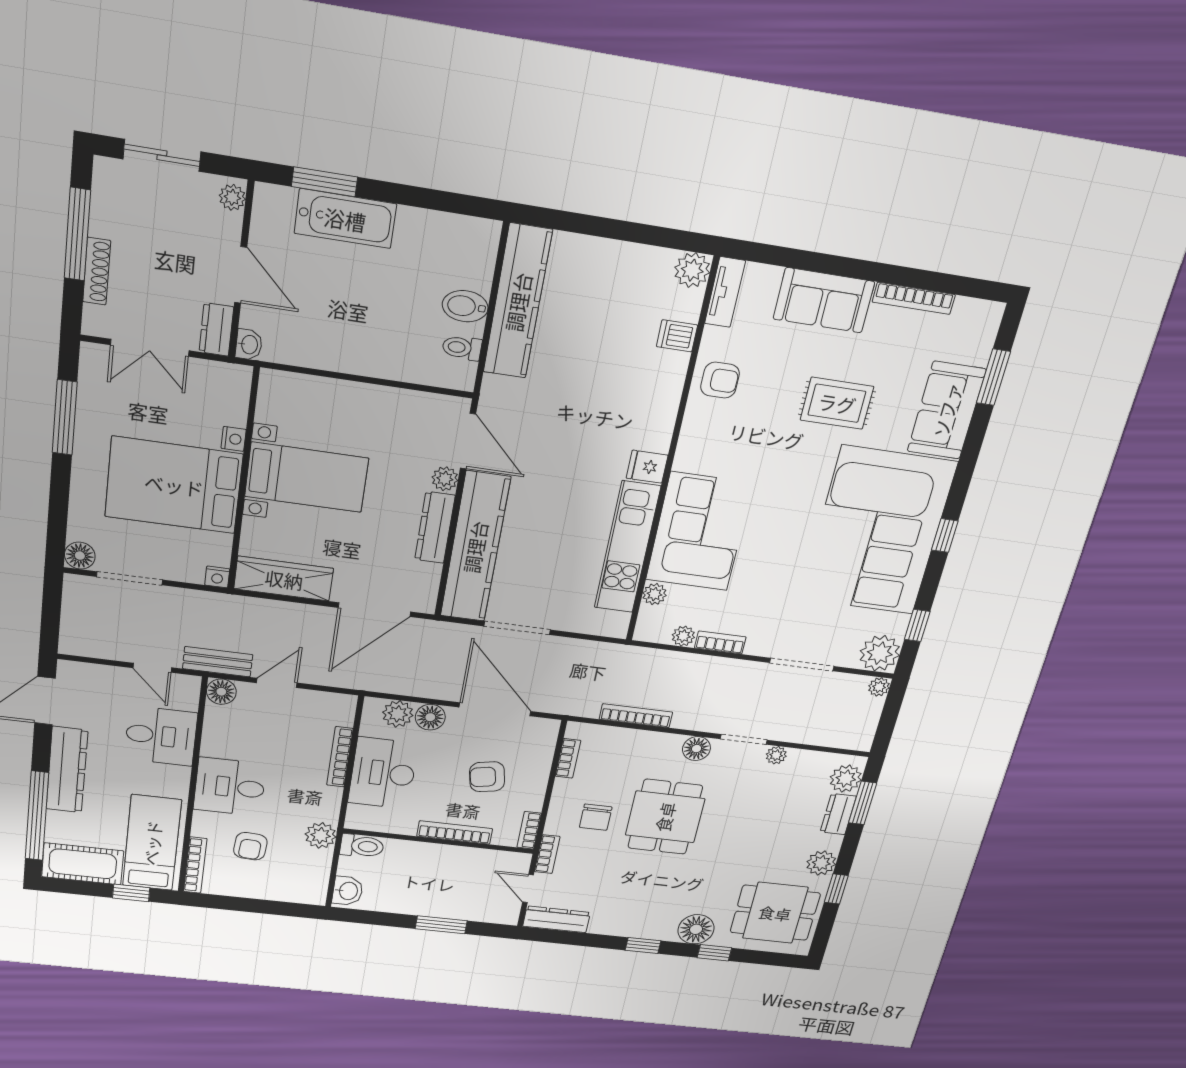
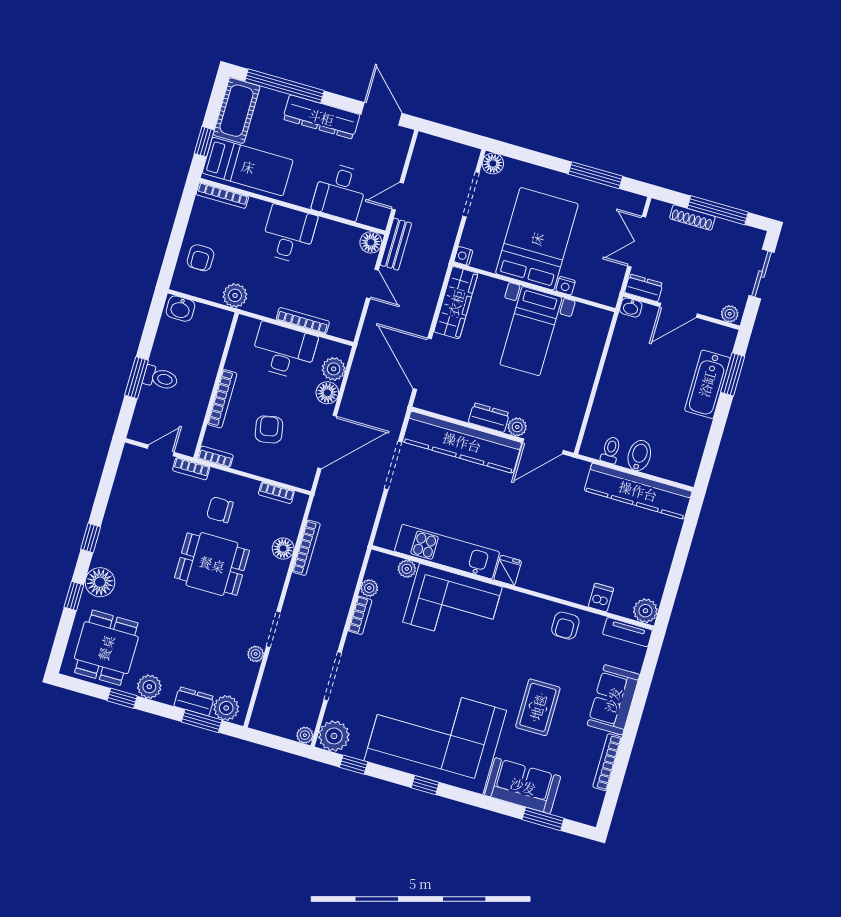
dresser: (435, 527) -> (489, 418), width x0.70
floor lamp: (696, 749) -> (283, 549), moved
armchair: (250, 846) -> (201, 258), moved, turned -94
toilet: (362, 846) -> (160, 378), moved, turned -90
dresser: (556, 919) -> (127, 470), removed

